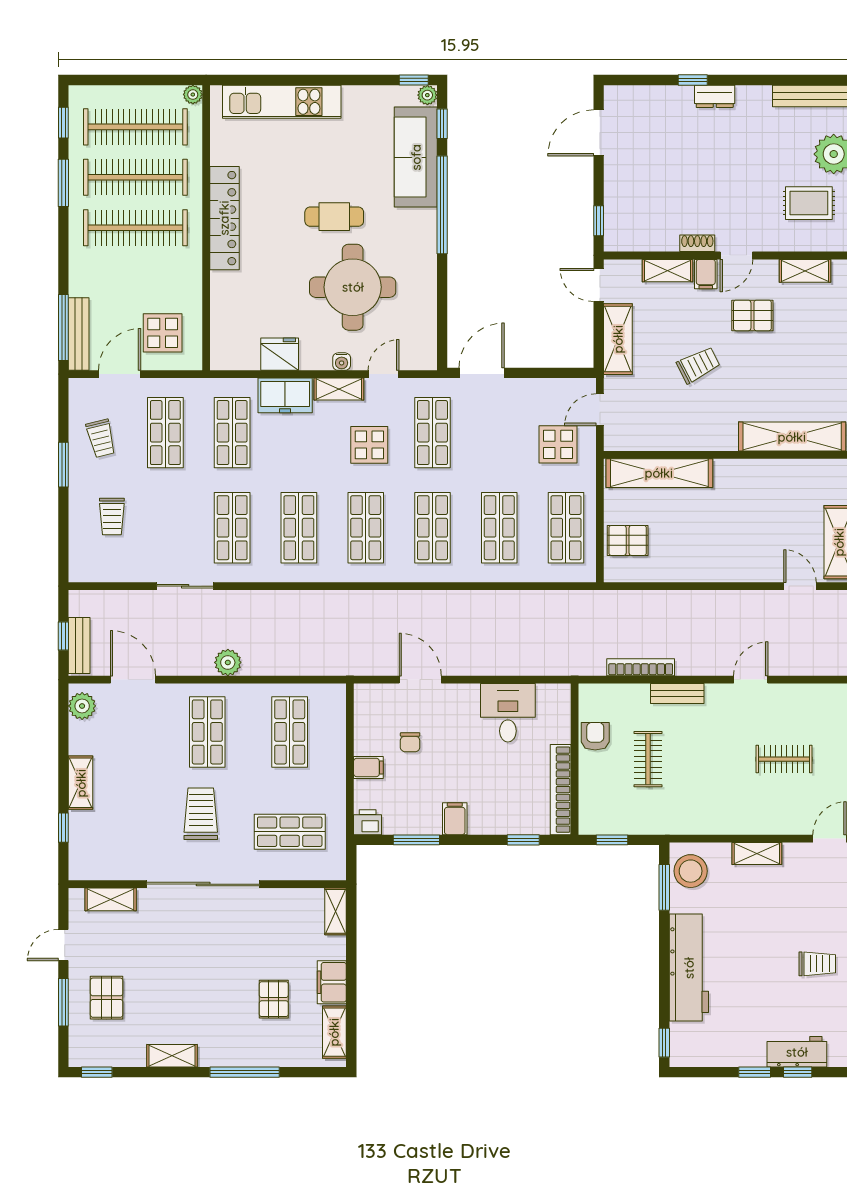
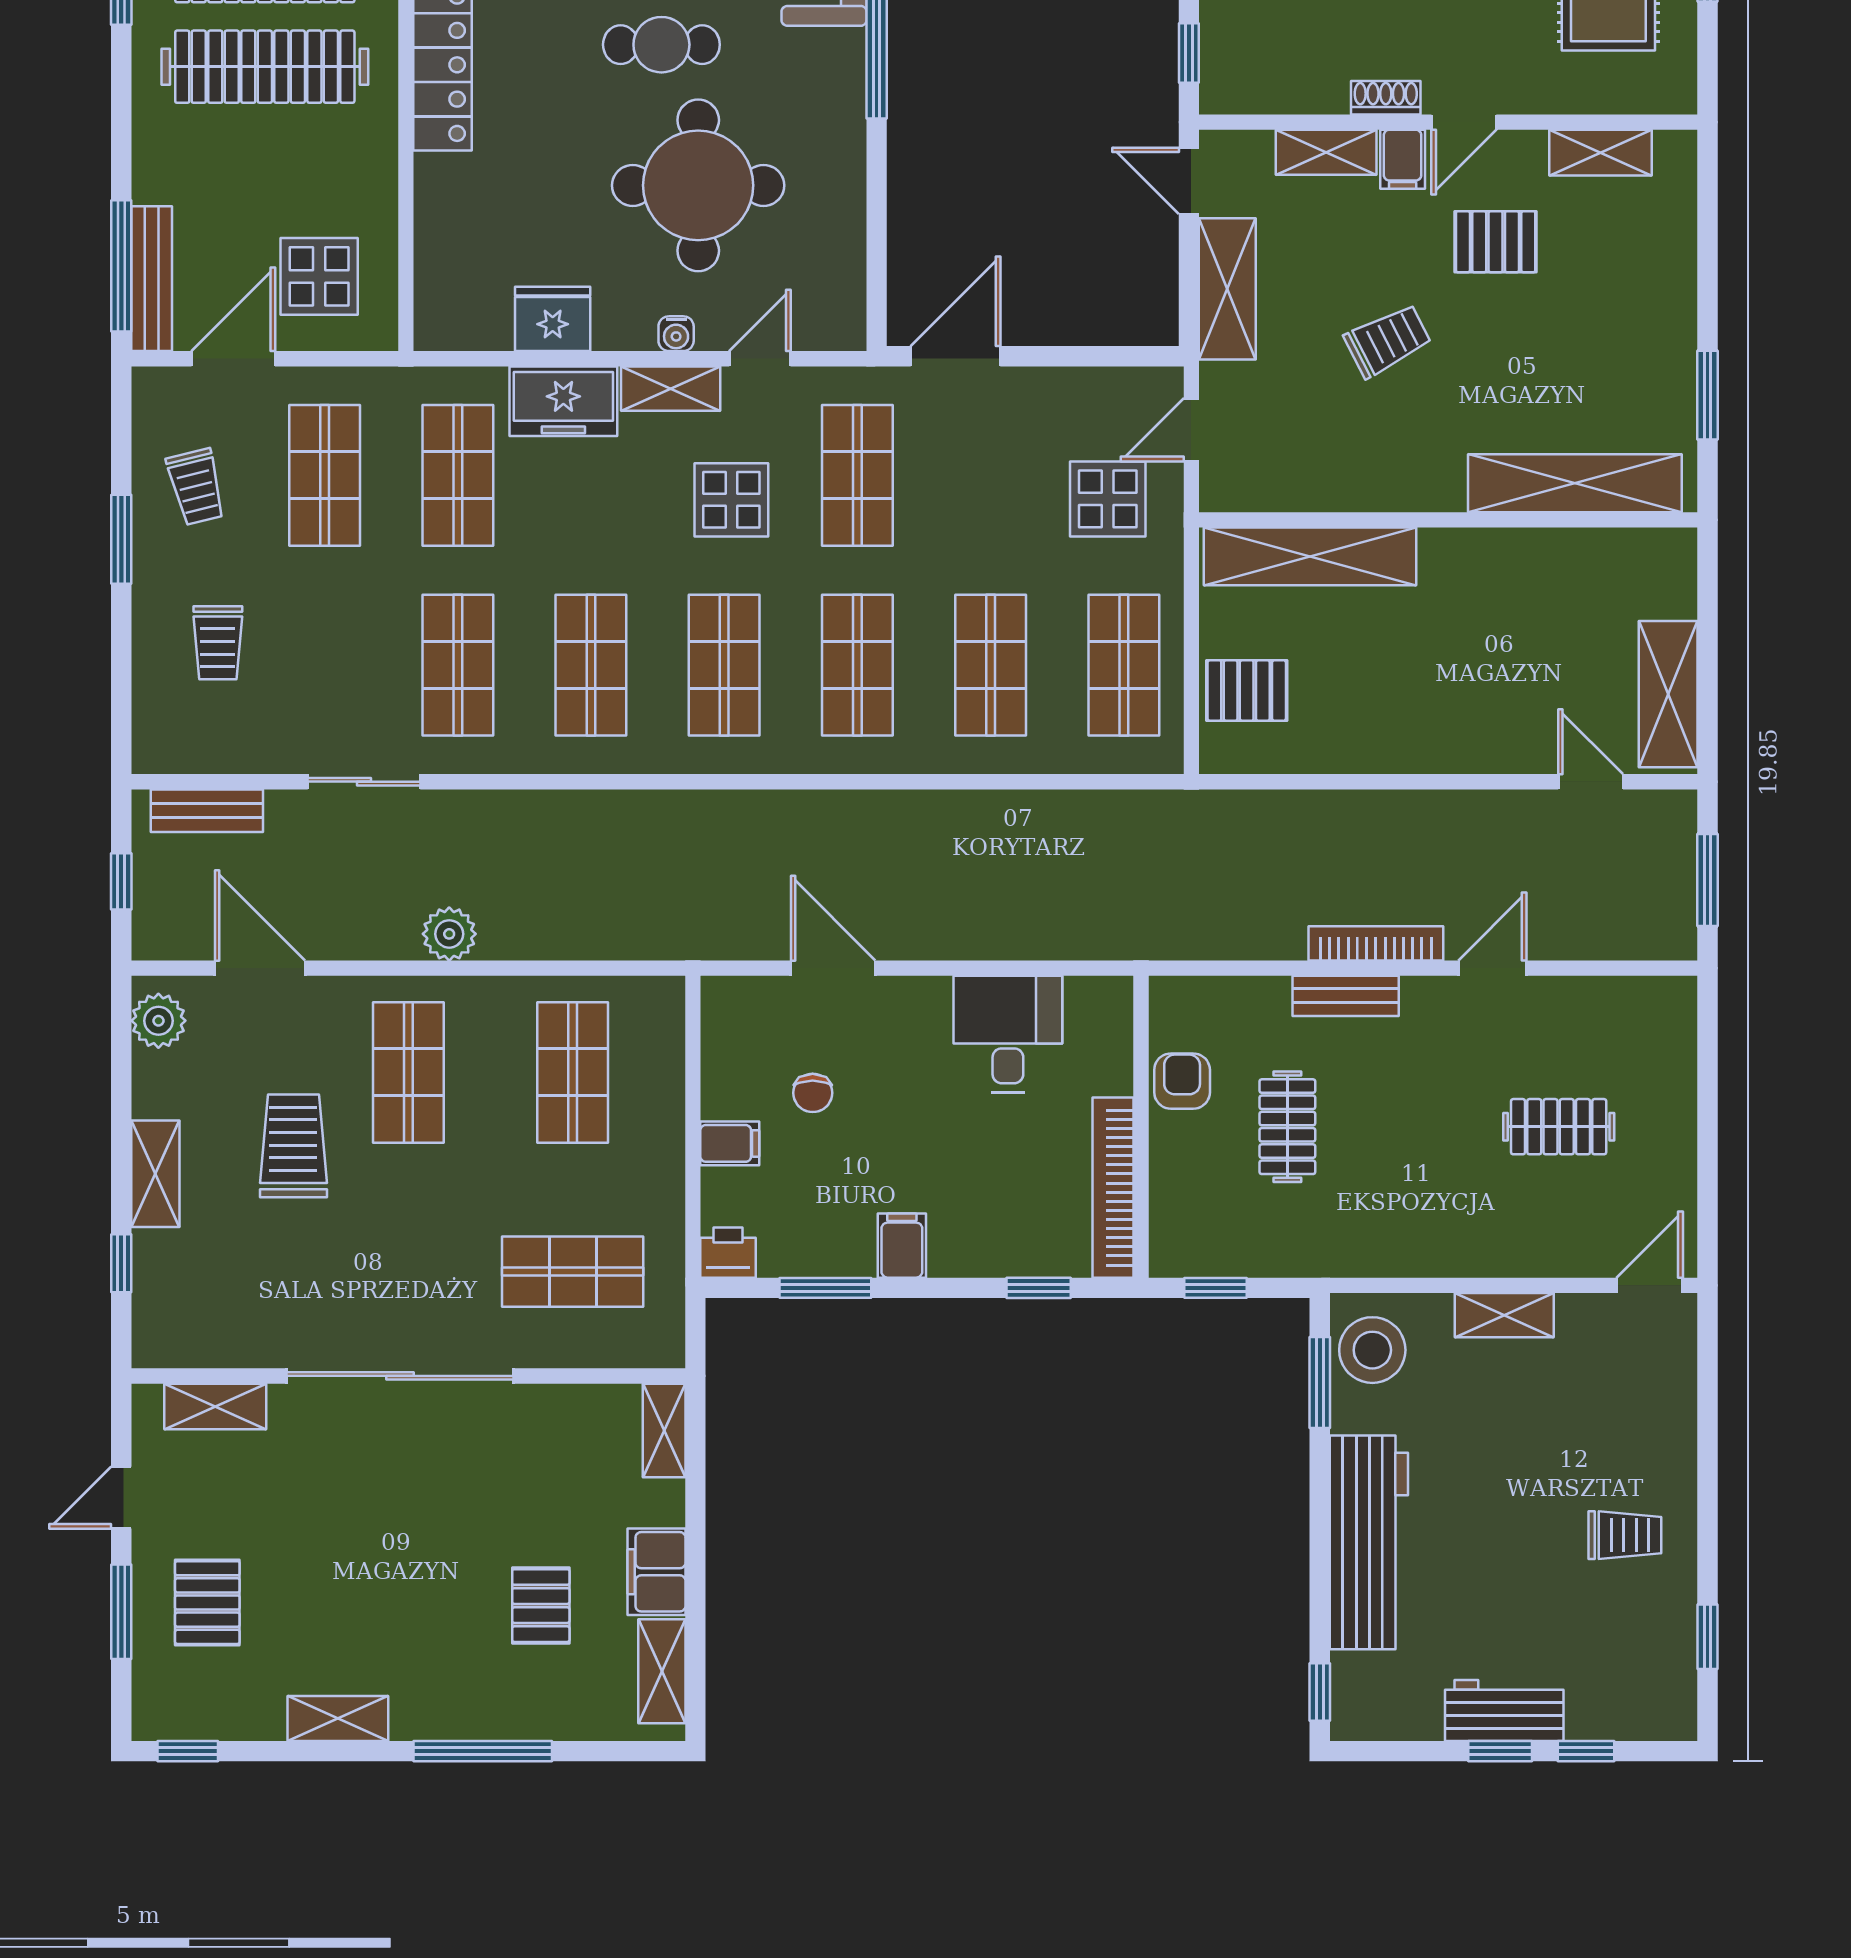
bench: (79, 645) -> (207, 811), moved, turned 90
bookcase: (641, 667) -> (1376, 943), moved
trolley: (201, 814) -> (293, 1146), moved
workbench: (797, 1052) -> (1504, 1710), moved

